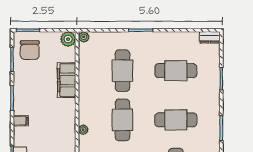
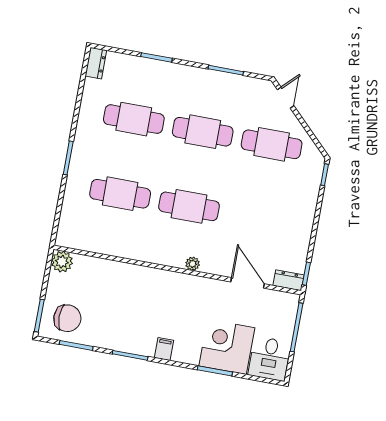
plant: (84, 37) -> (63, 239), removed
cafe table: (176, 71) -> (134, 119), turned 90
filing cabinet: (67, 80) -> (119, 274), removed
cafe table: (176, 120) -> (203, 132), turned 90

